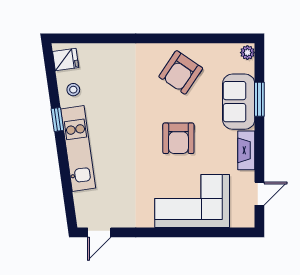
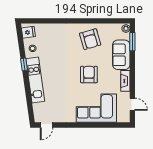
armchair: (181, 72) -> (90, 39), turned -50
window: (259, 99) -> (132, 42), moved
armchair: (178, 138) -> (89, 74), turned 180
door: (259, 194) -> (132, 104), hinge flipped

